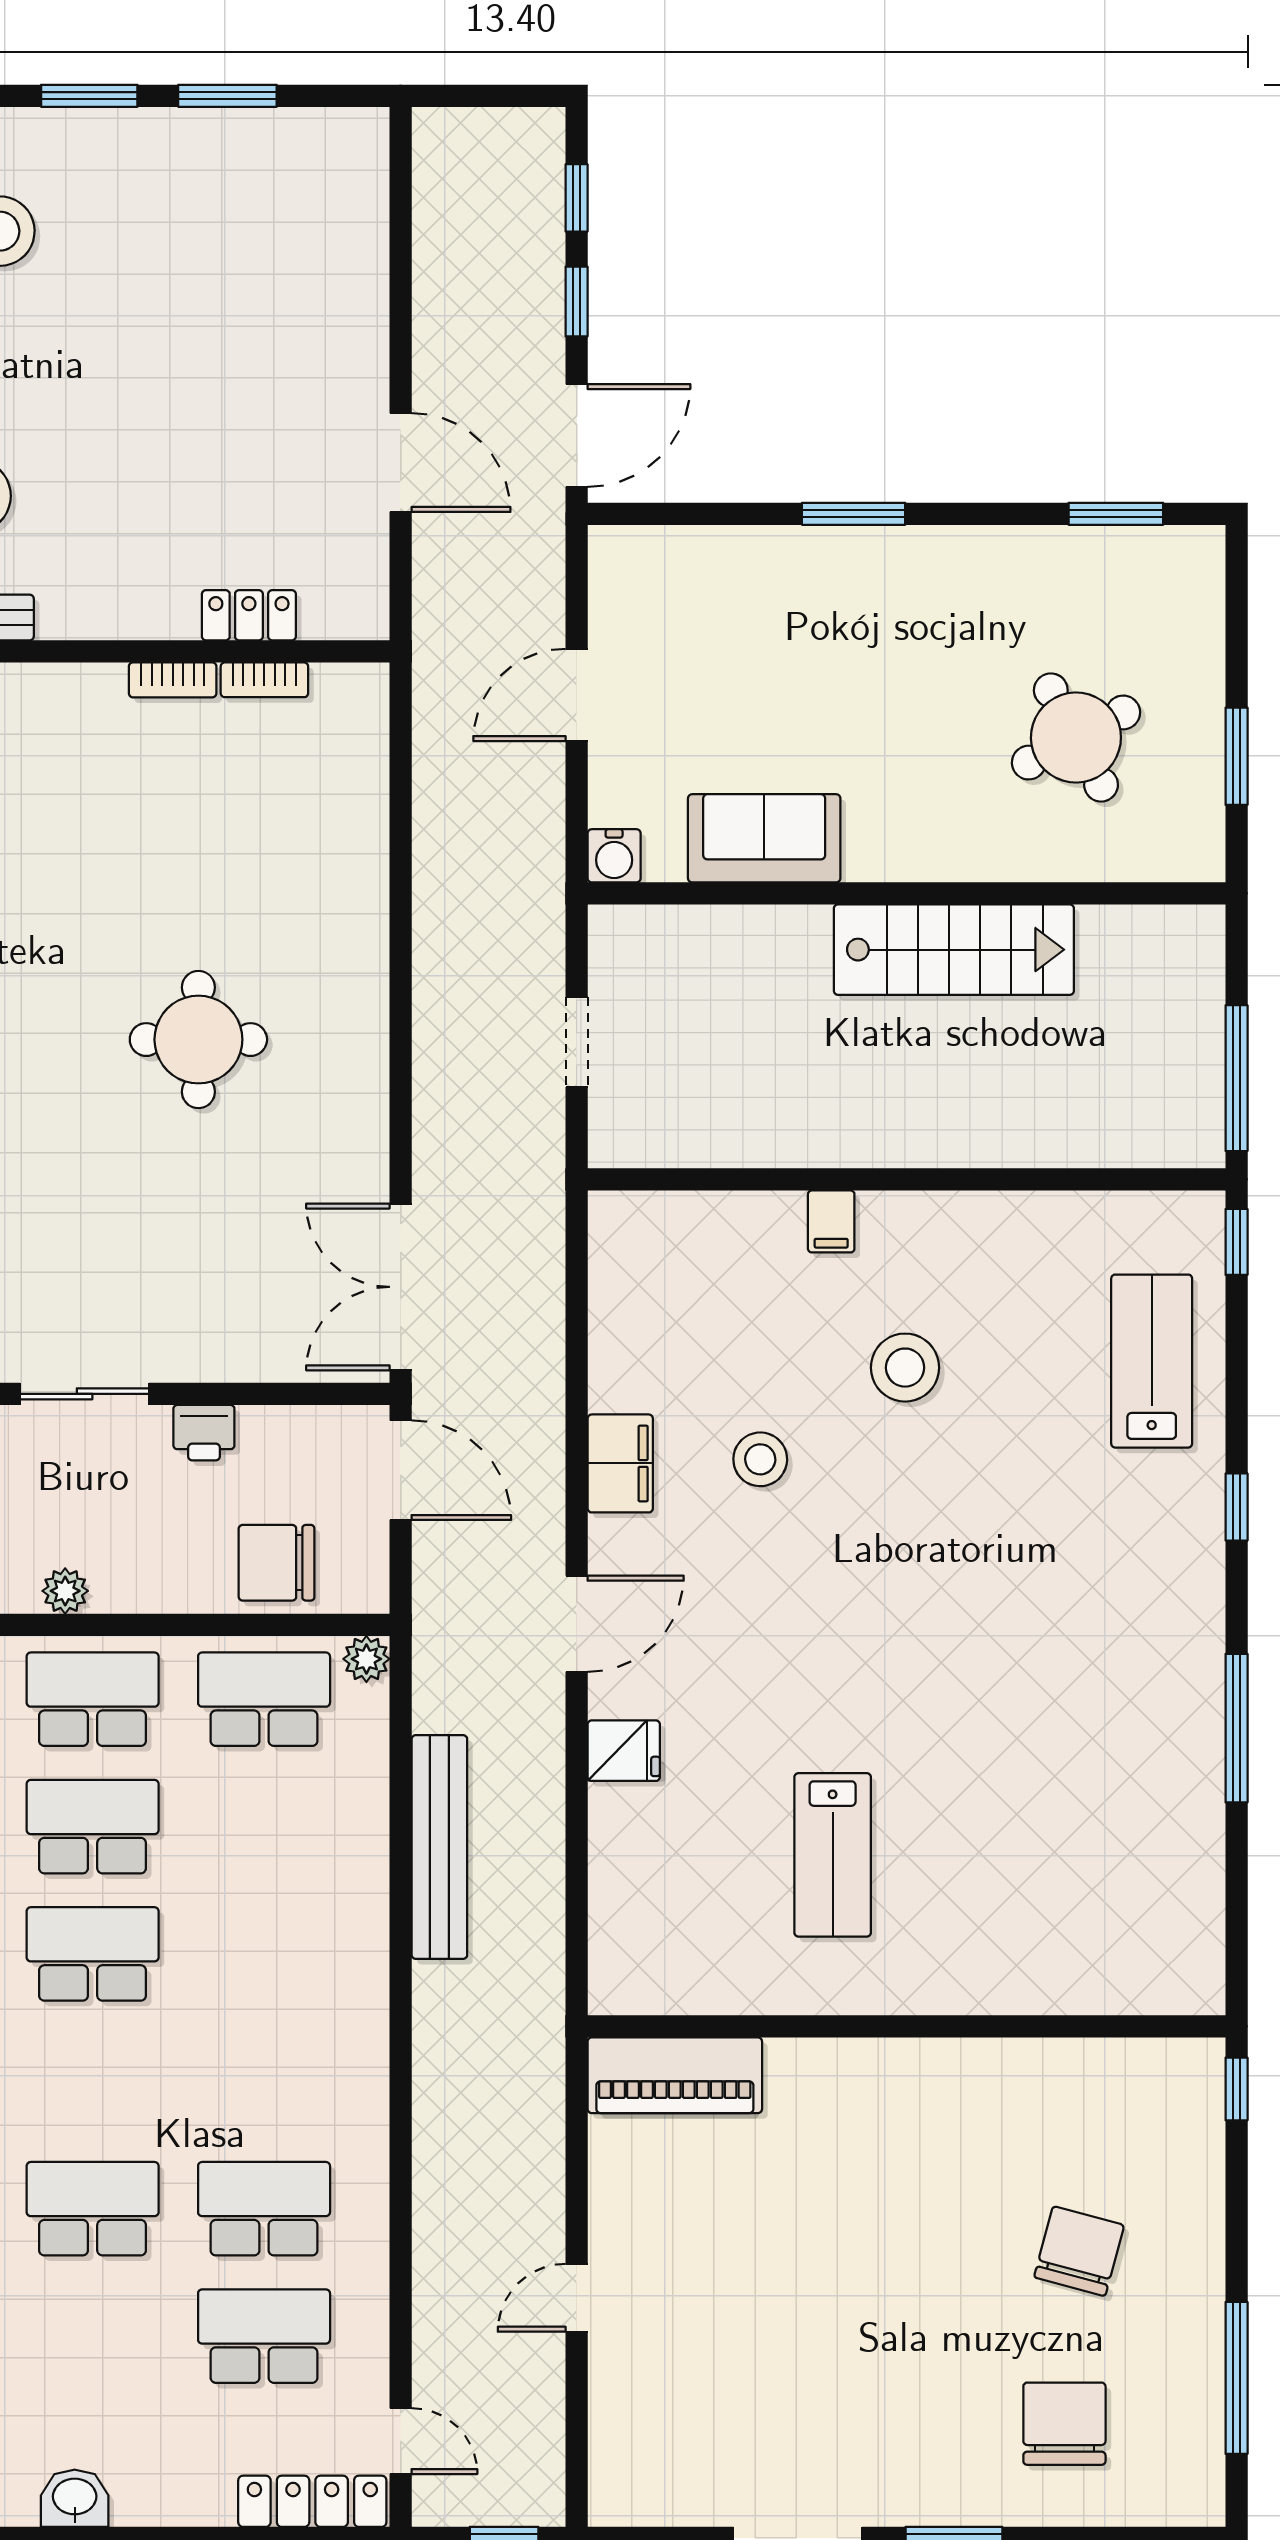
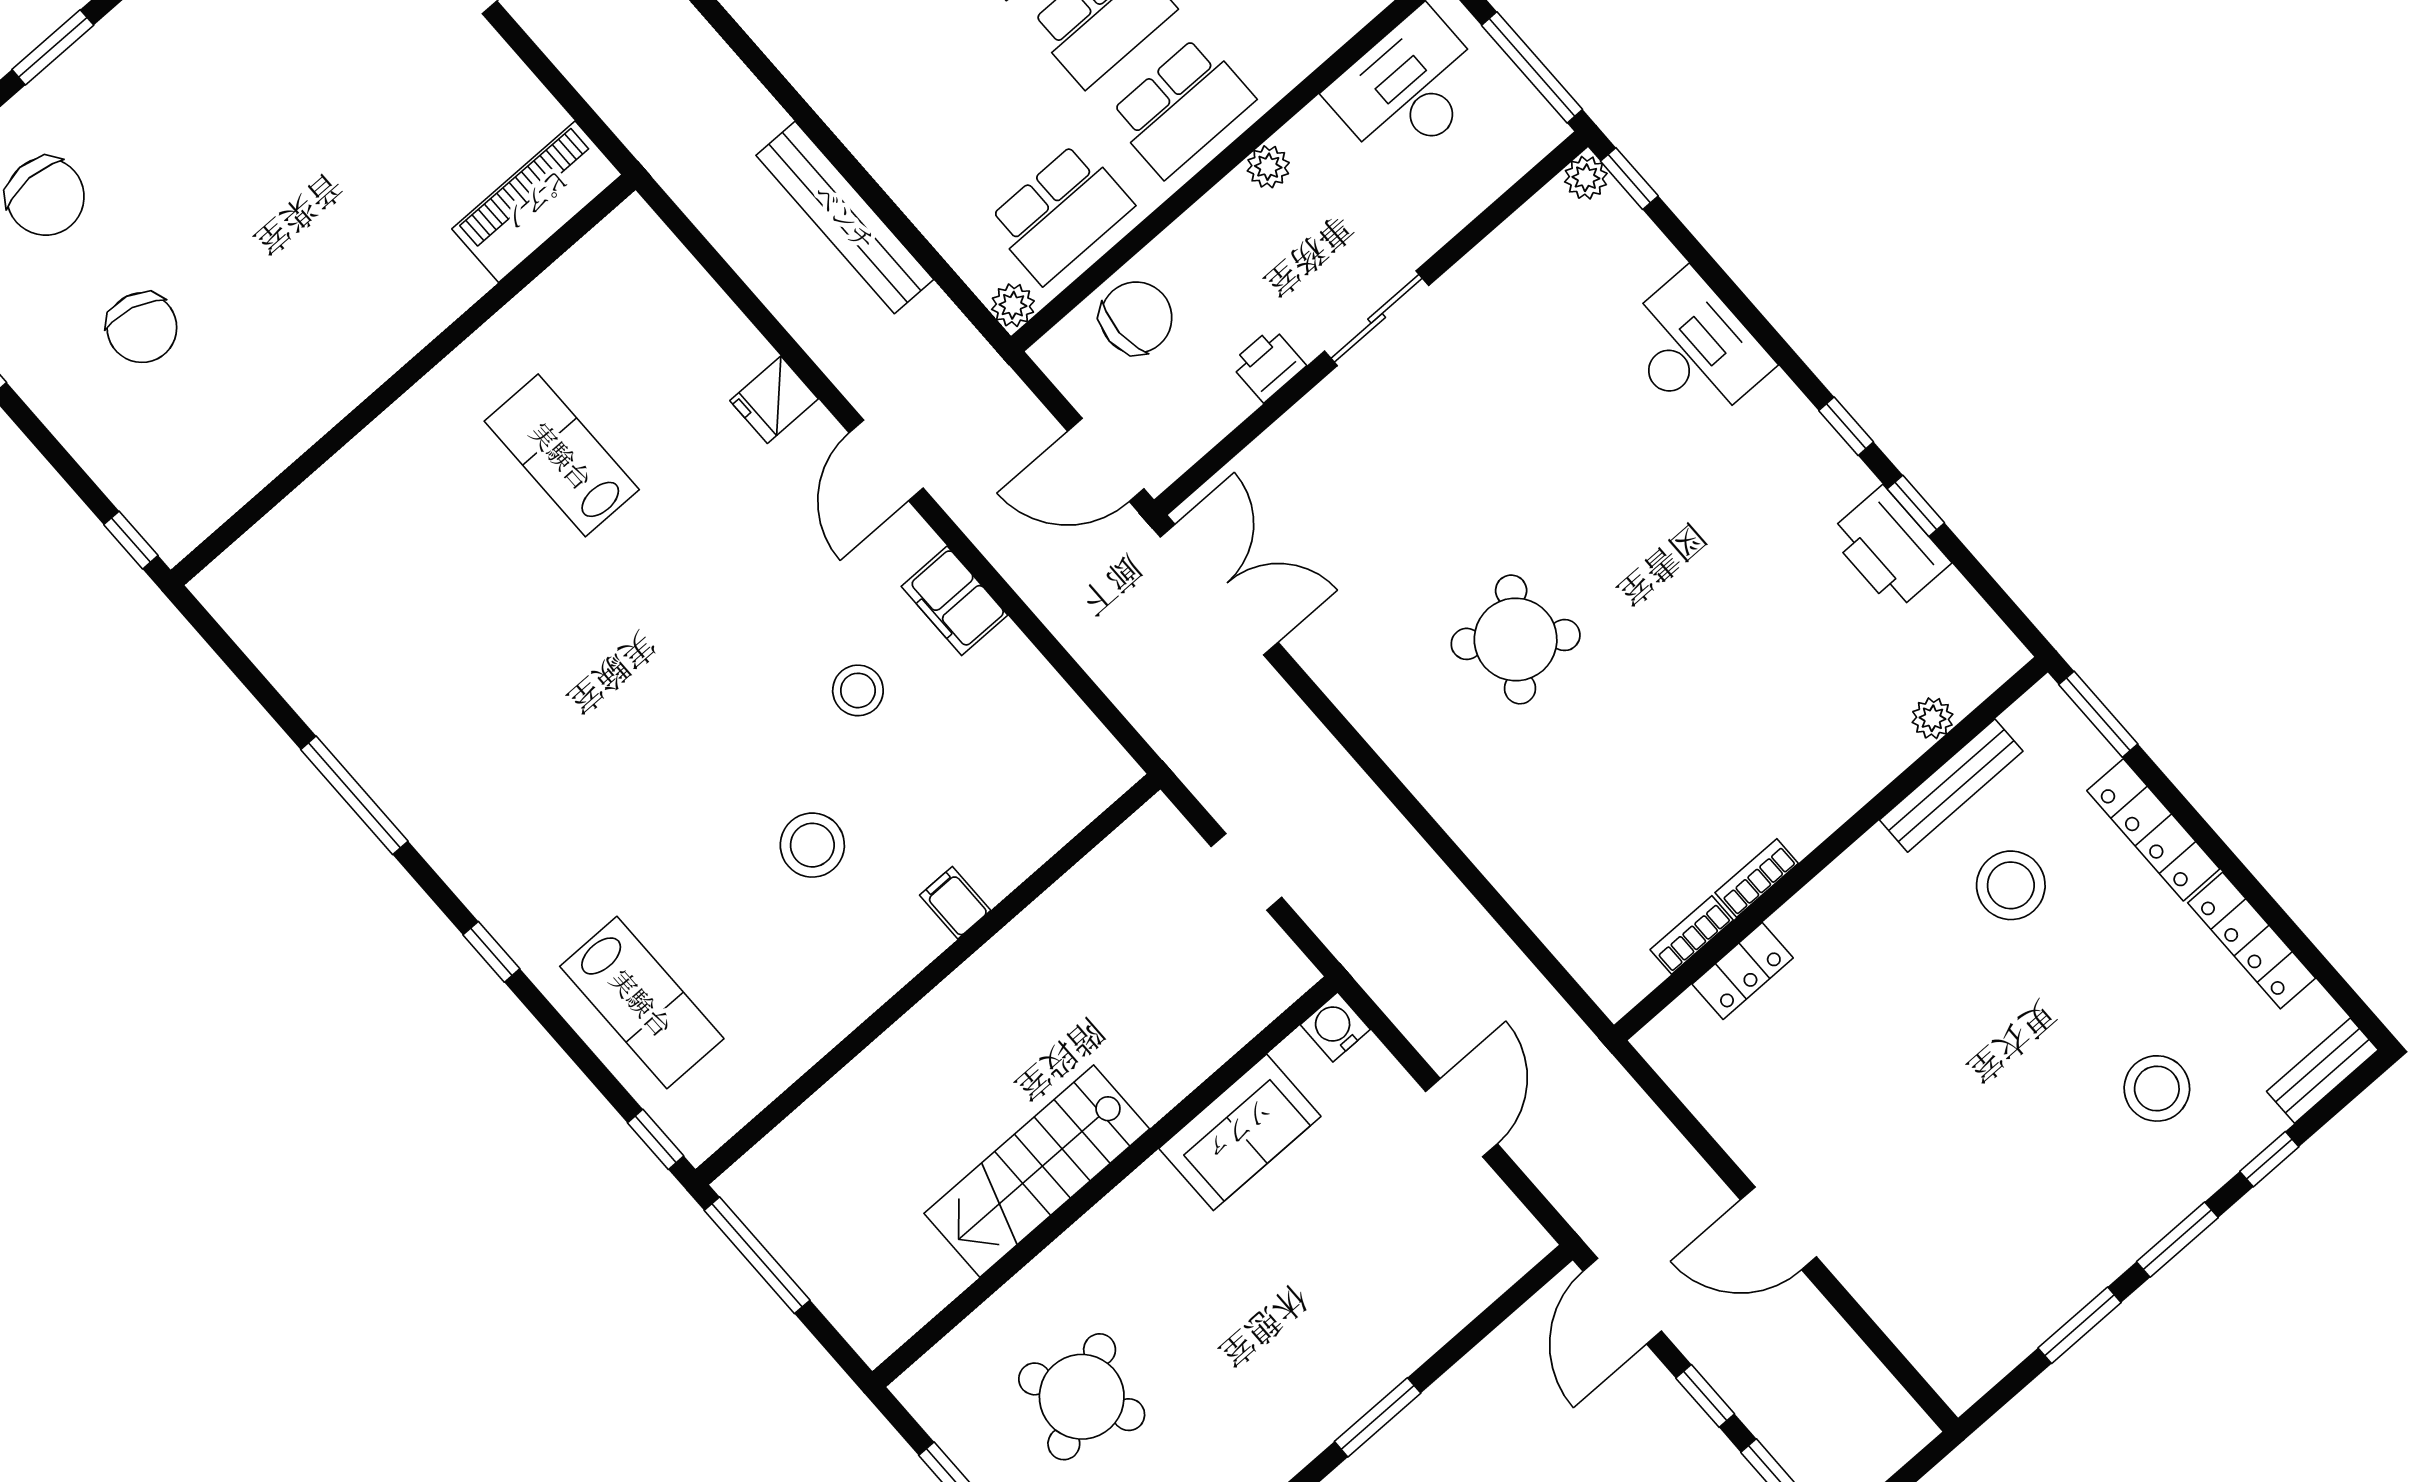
door: (401, 463) -> (1778, 1228), moved
round table: (198, 1040) -> (1516, 639), turned 36

